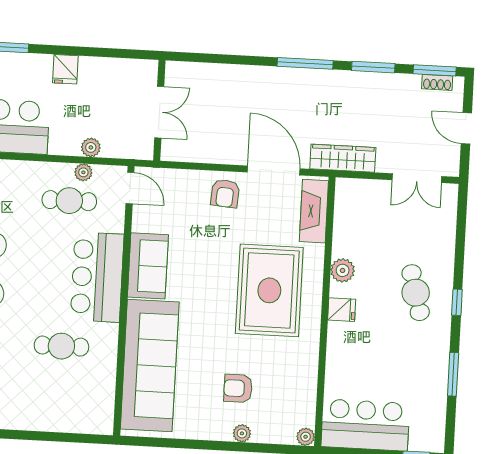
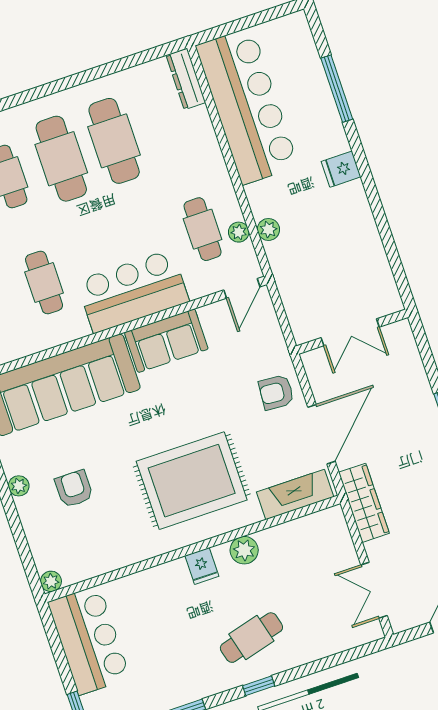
wall: (159, 110) -> (352, 332), moved
double door: (159, 112) -> (350, 332), moved
plant: (242, 433) -> (19, 486), moved

